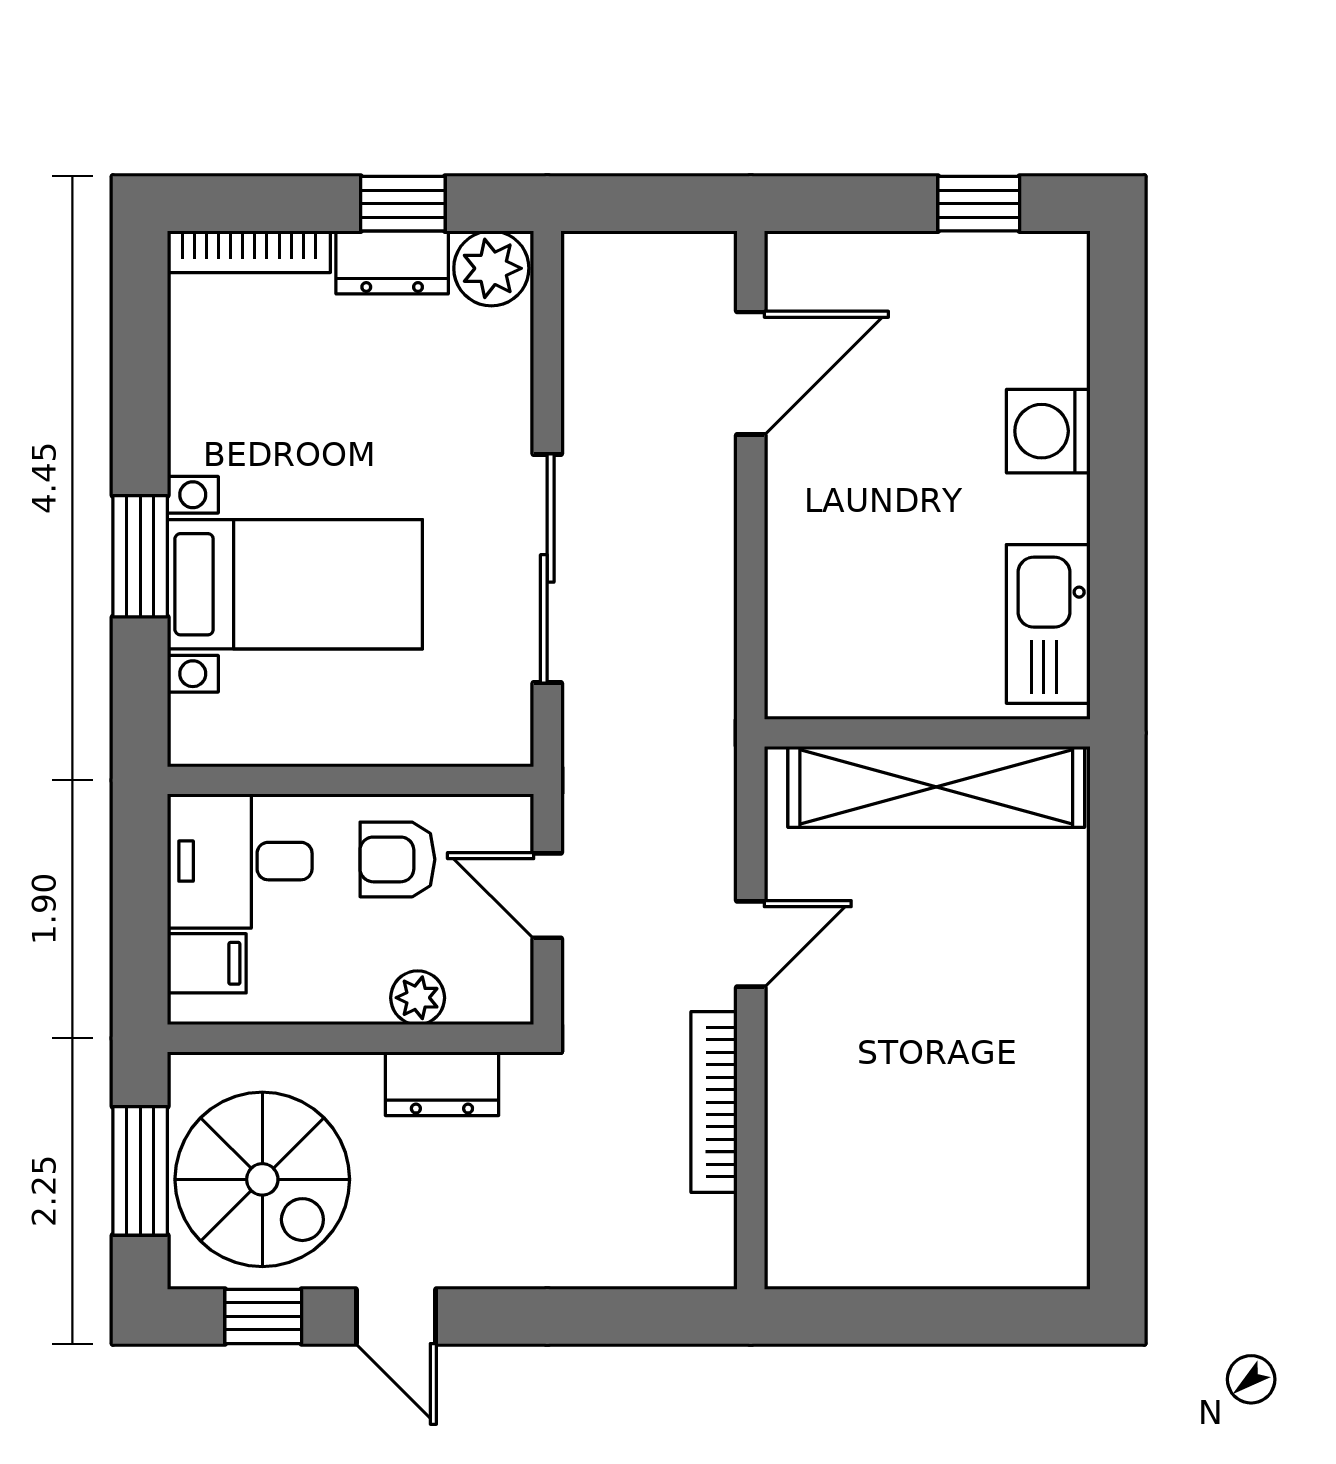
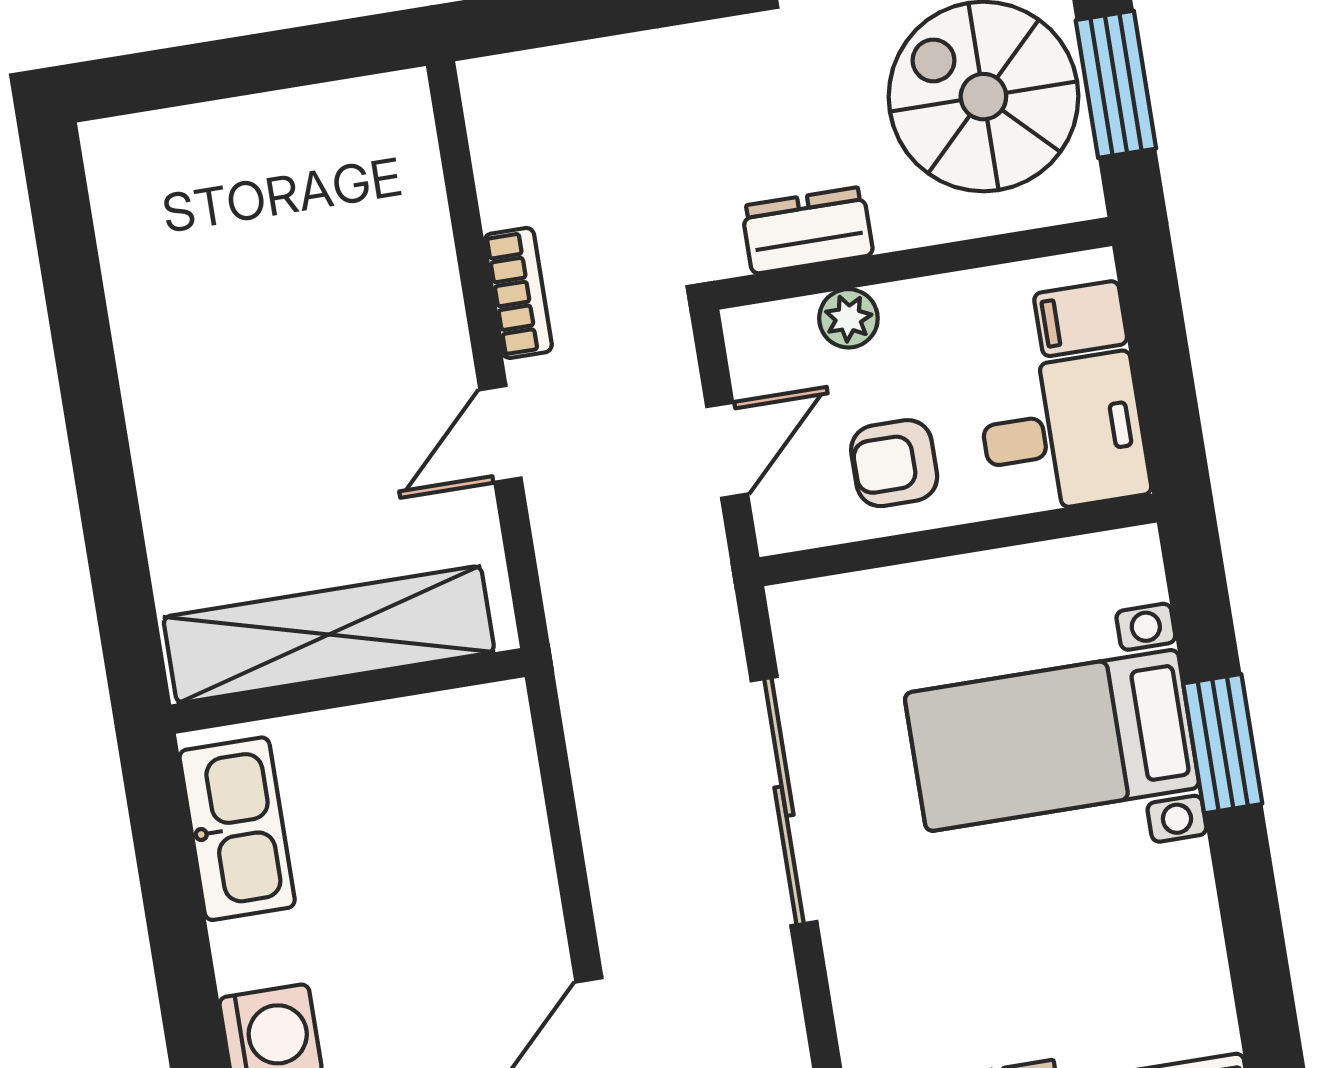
armchair: (397, 859) -> (894, 463), turned 180
door: (547, 896) -> (727, 450), hinge flipped
bookcase: (714, 1102) -> (518, 293), width x0.64

